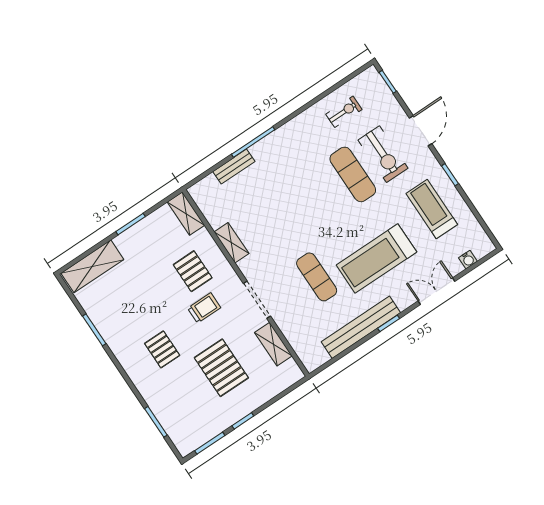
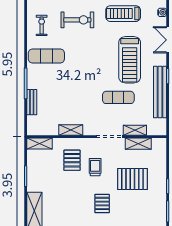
exercise mat: (353, 174) -> (46, 56), moved
pallet: (193, 271) -> (72, 160), turned 90
shelving: (288, 328) -> (135, 130), added
pallet: (162, 349) -> (102, 203), turned 90

